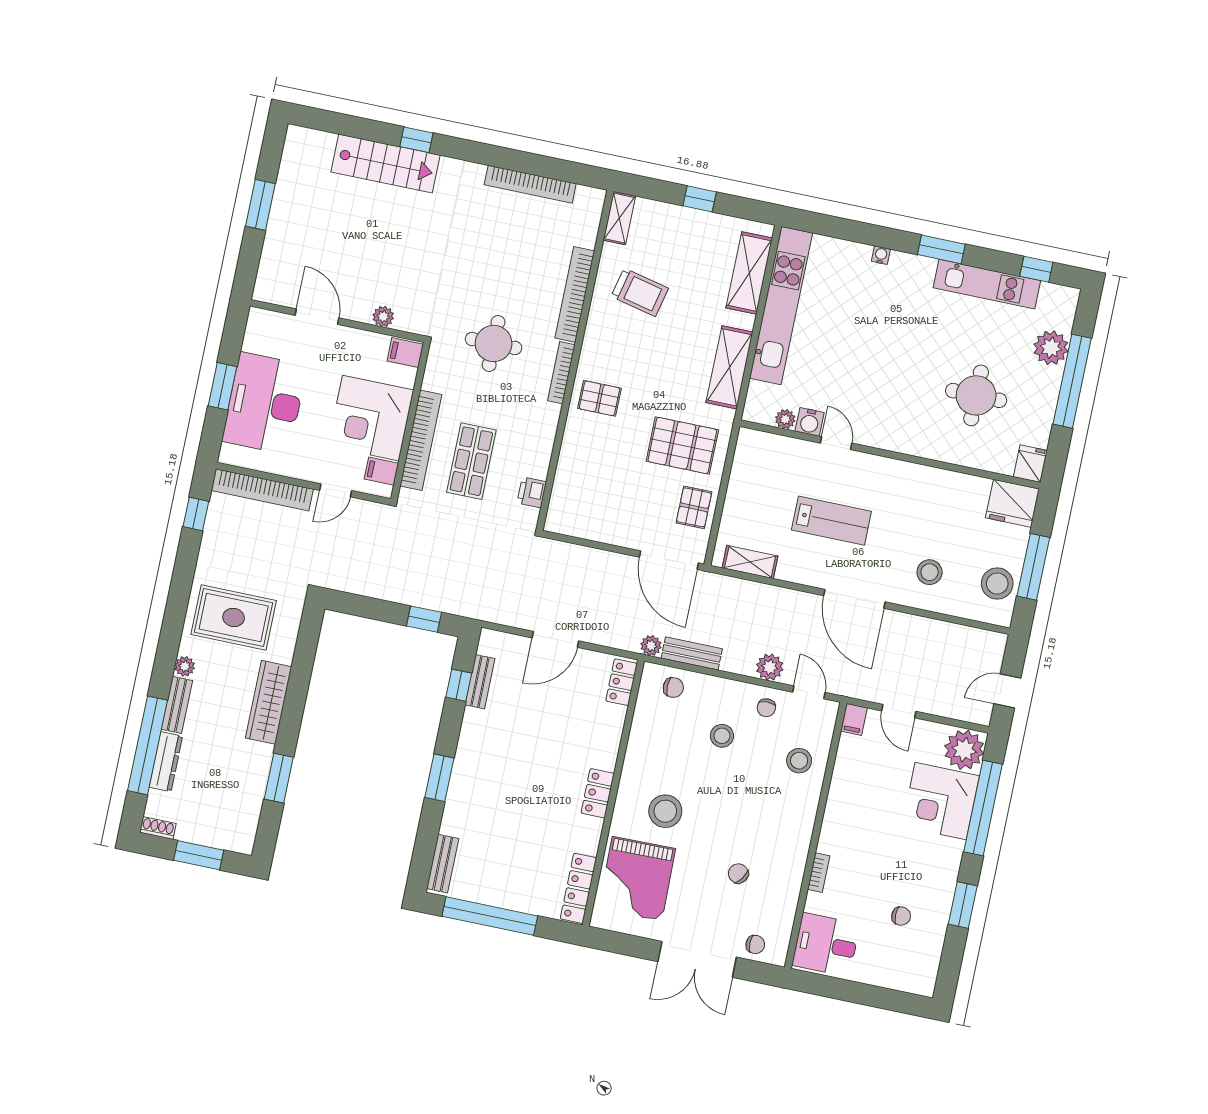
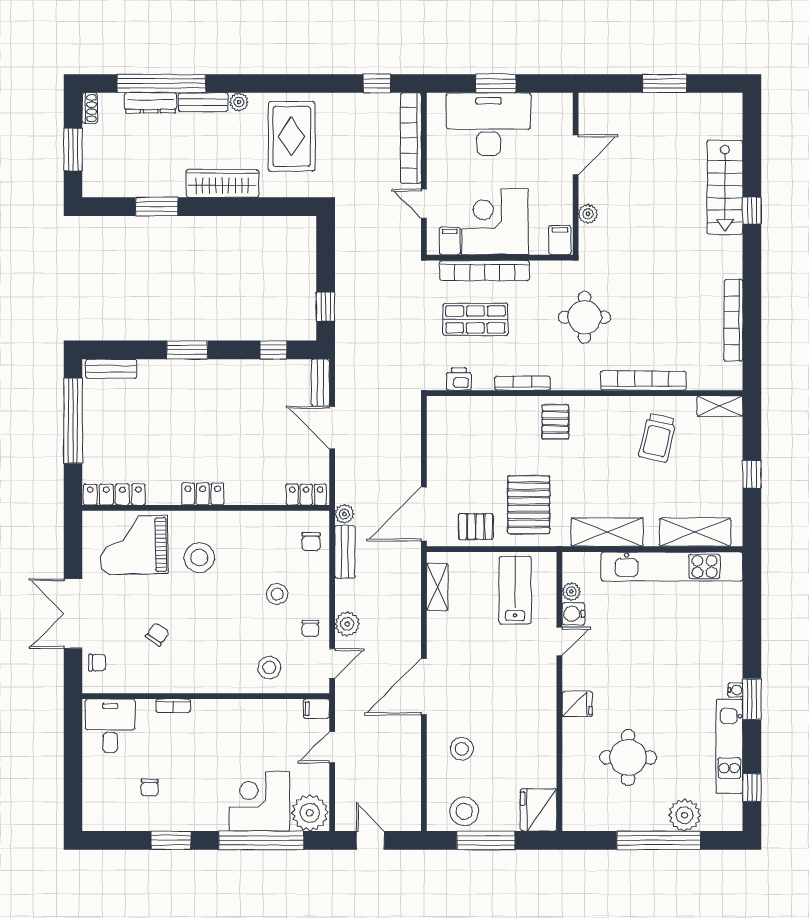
water cooler: (881, 255) -> (735, 690), moved
bookcase: (561, 373) -> (522, 383), moved
fridge: (1030, 464) -> (577, 704), moved
lab bench: (831, 521) -> (515, 590), moved, turned 180
bench: (480, 682) -> (320, 383), moved, turned 90
chair: (766, 708) -> (310, 628), turned -90
chair: (755, 944) -> (97, 663), turned -90

